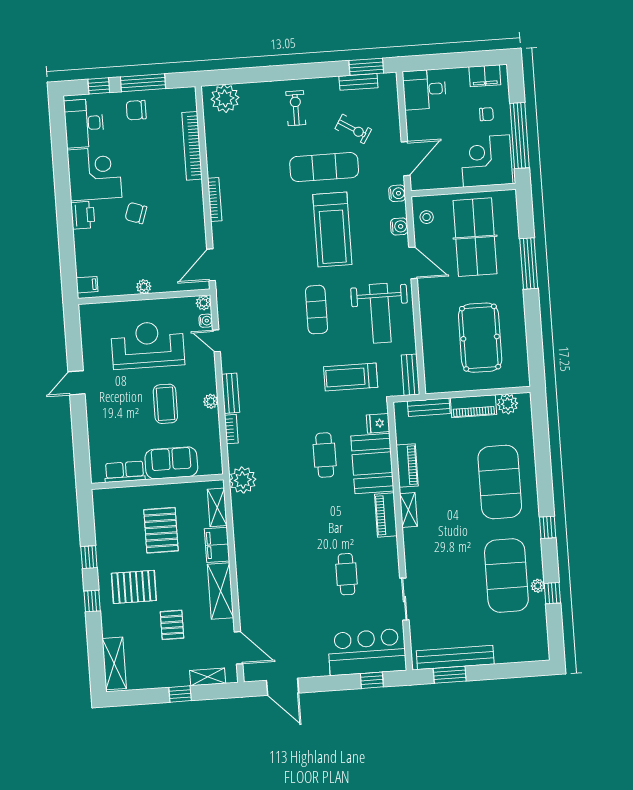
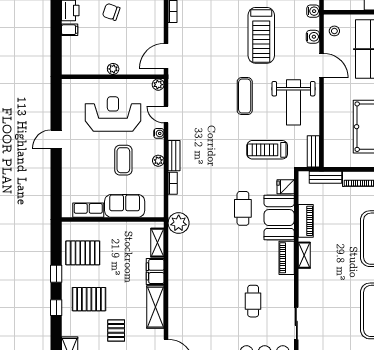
filing cabinet: (87, 285) -> (70, 30), moved
water cooler: (206, 321) -> (159, 133), moved
pallet: (161, 530) -> (83, 253), moved, turned 90

